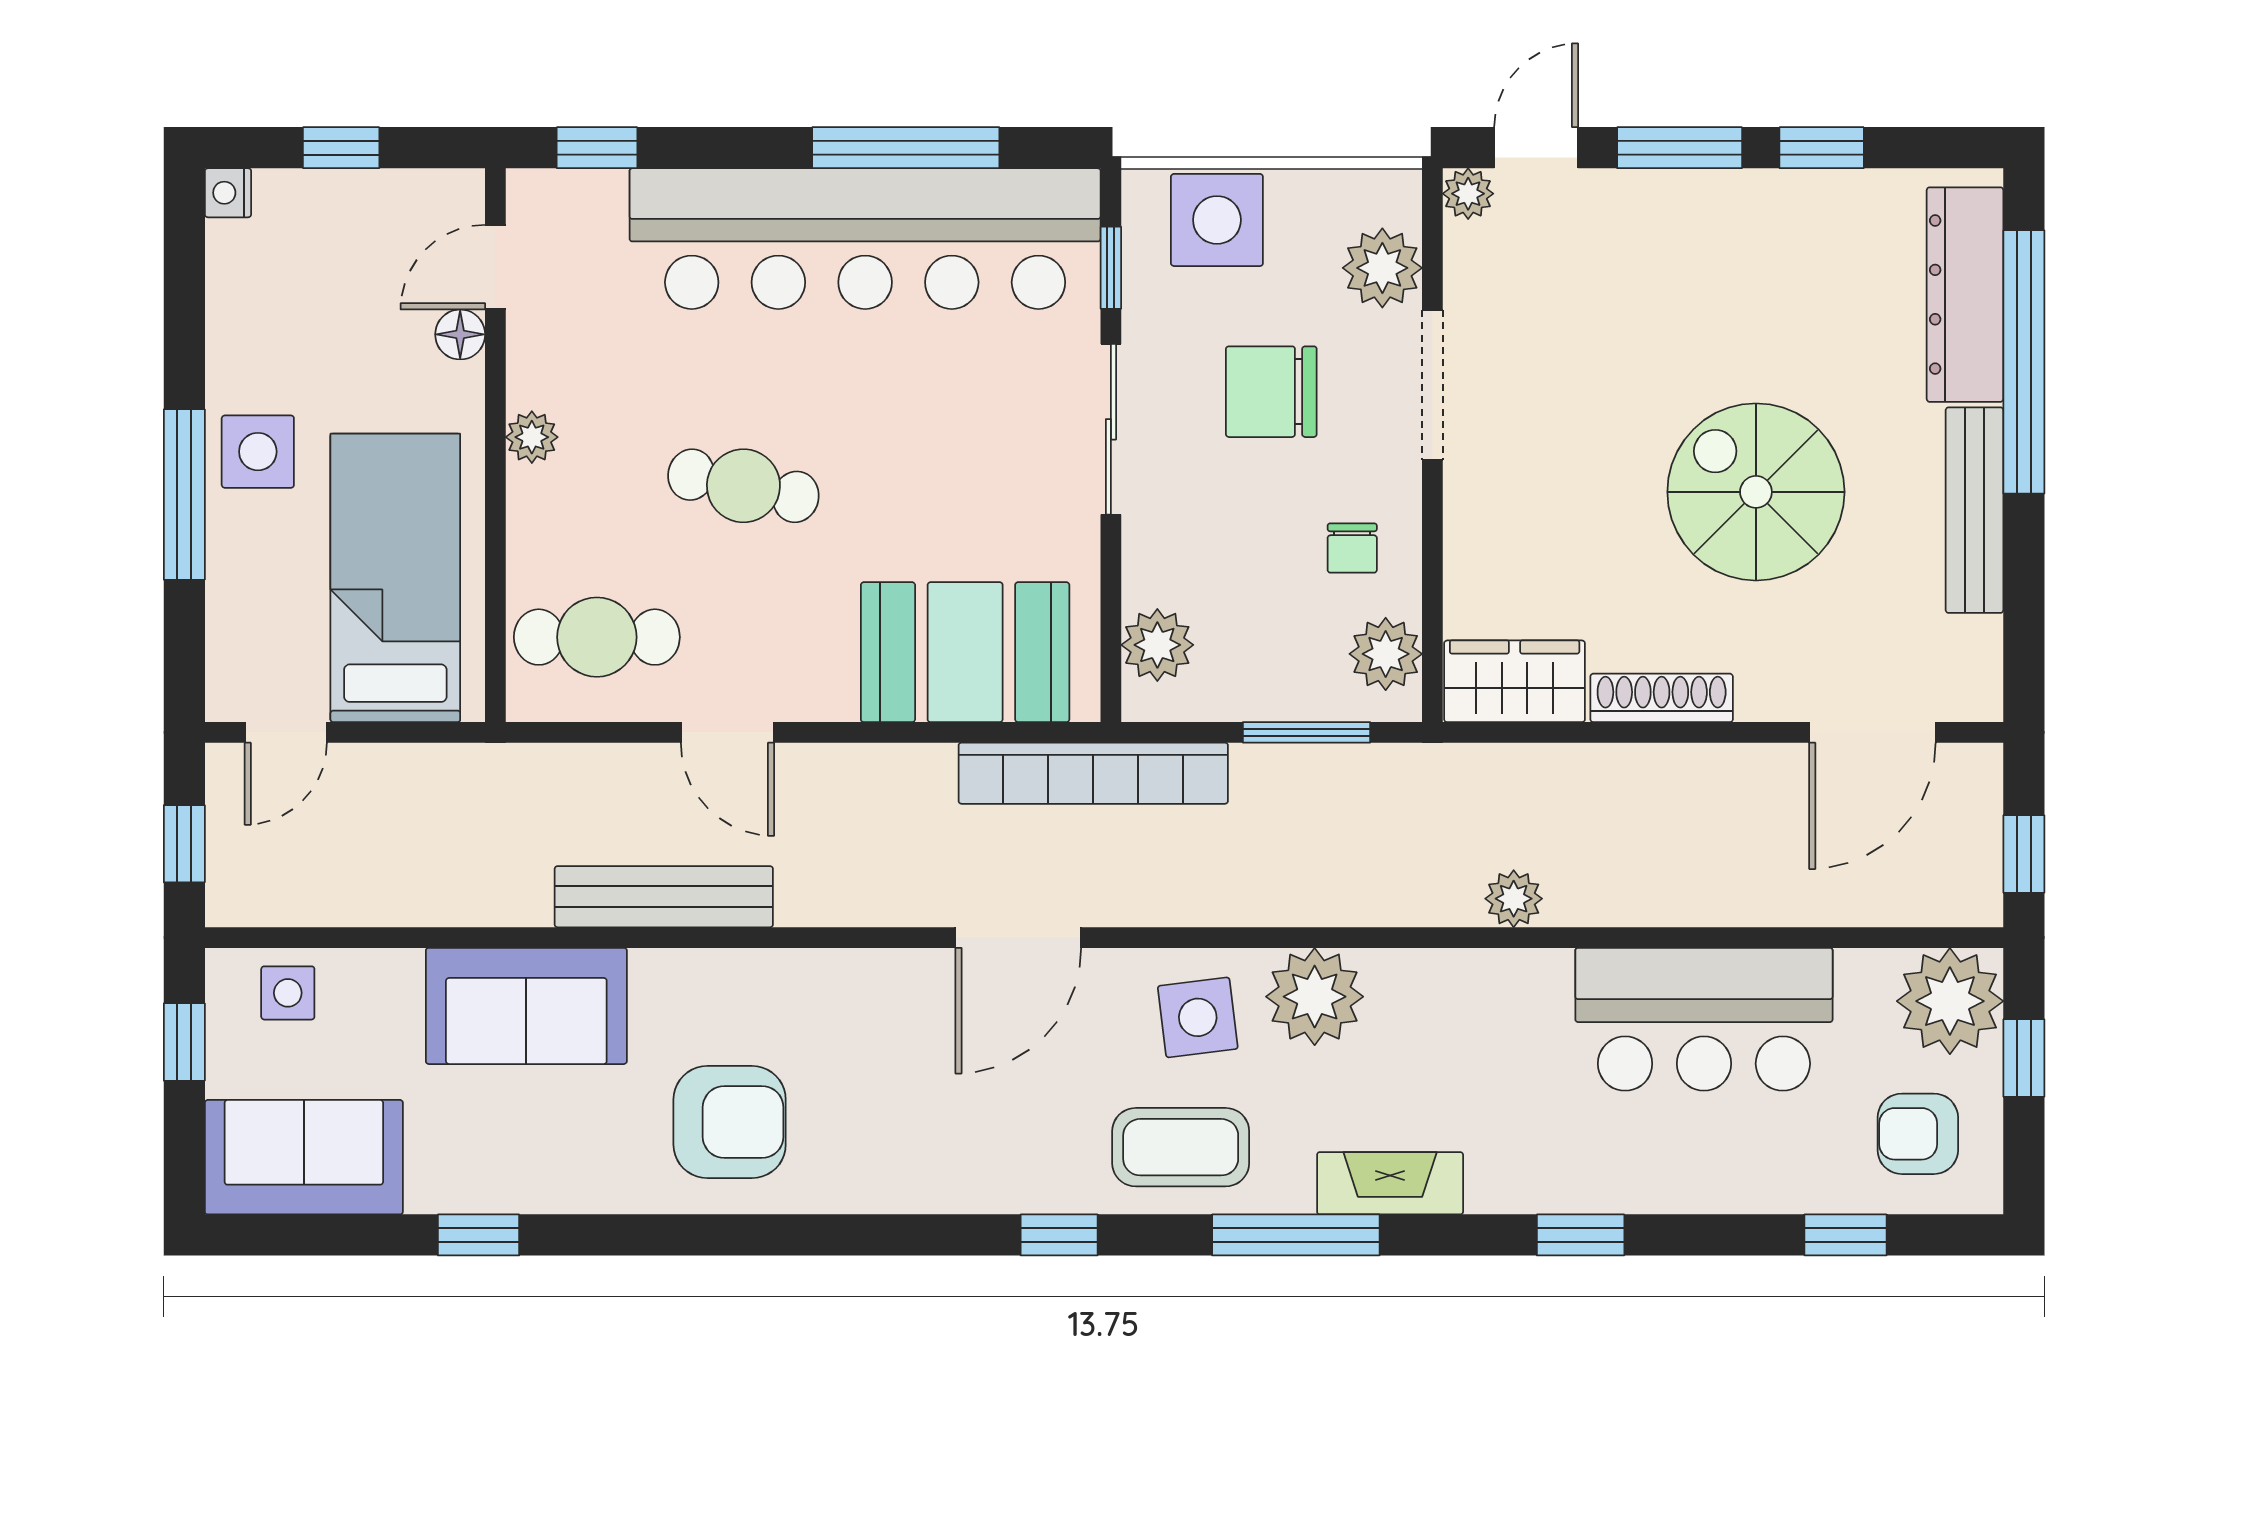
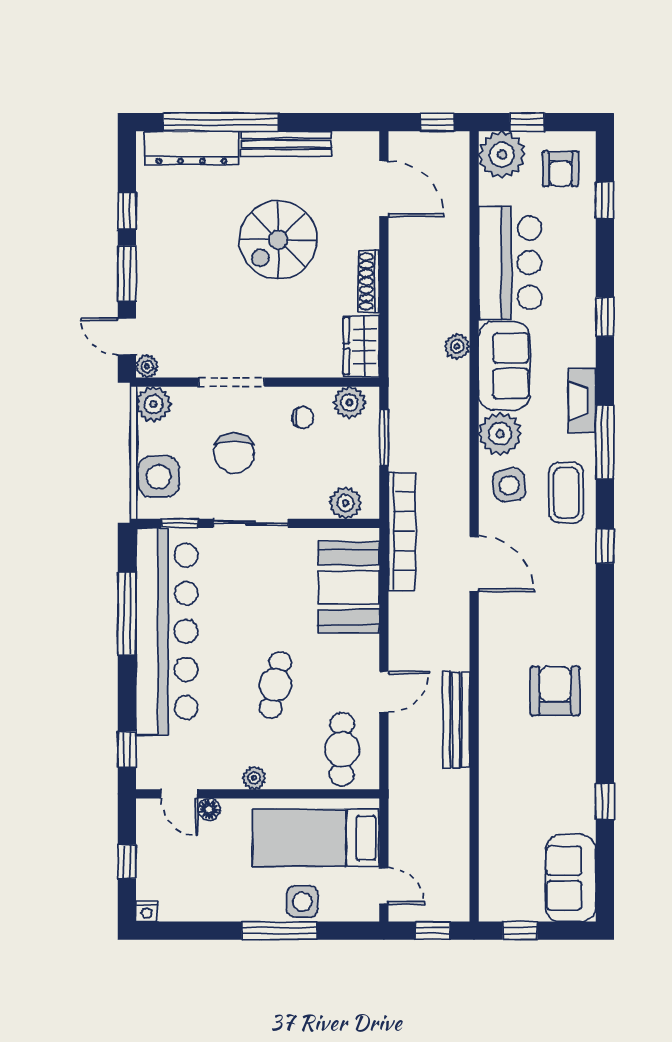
plant: (1382, 268) -> (153, 404), moved
side table: (258, 452) -> (302, 902), moved
side table: (288, 993) -> (498, 885), removed
sofa: (526, 1006) -> (504, 366), moved

